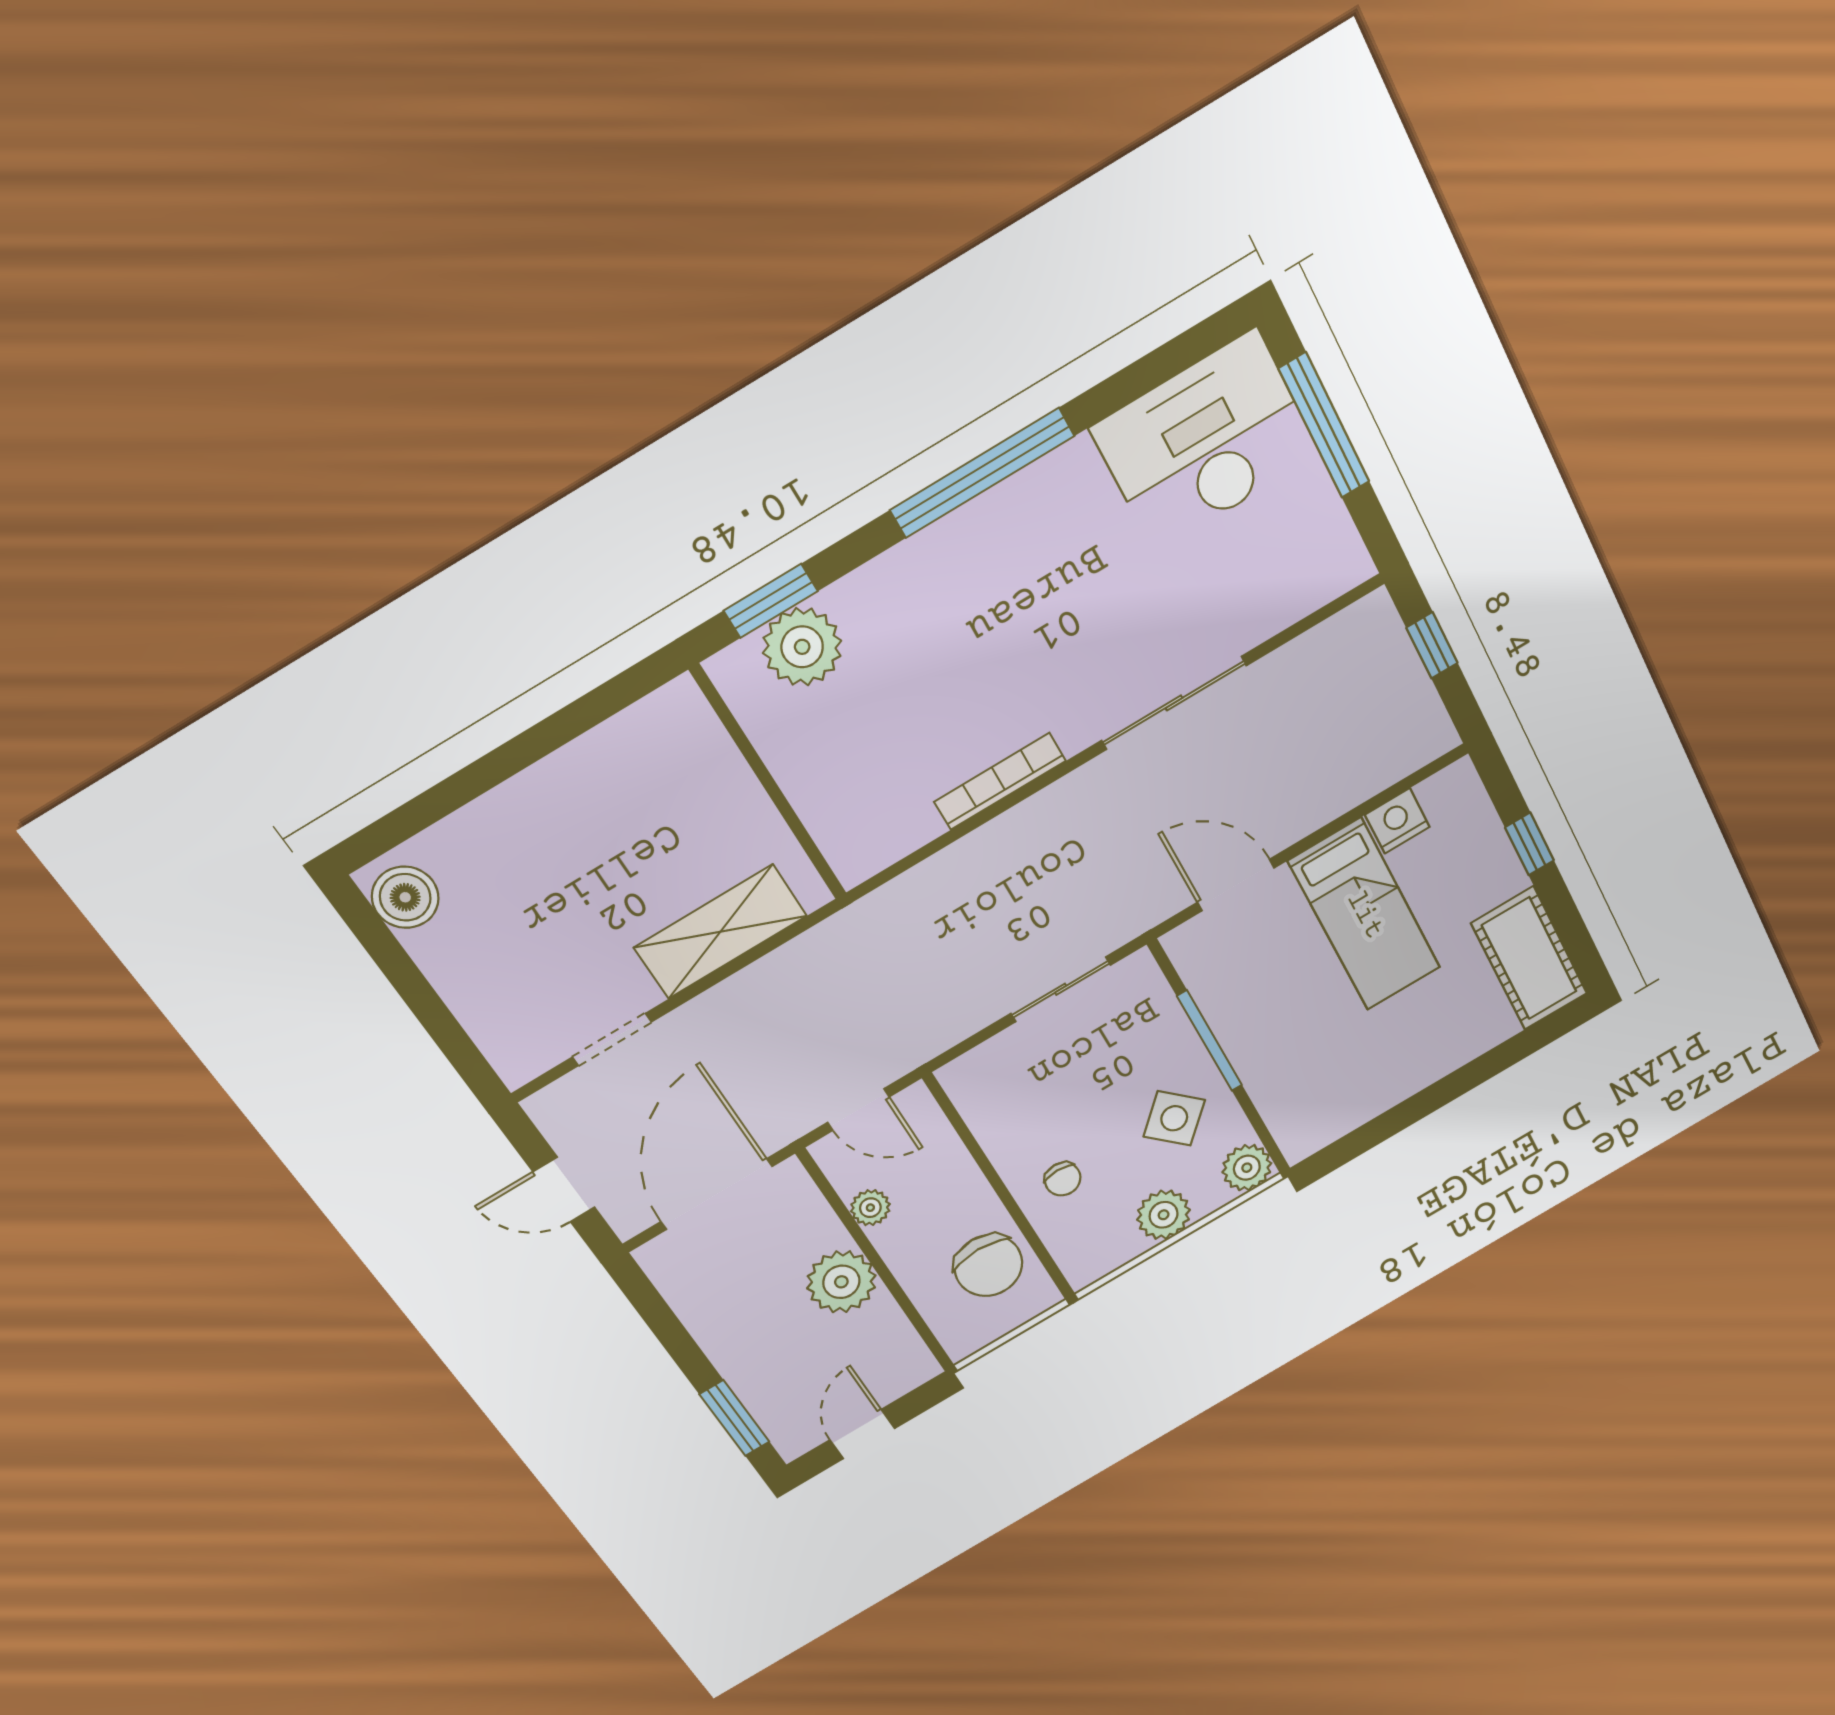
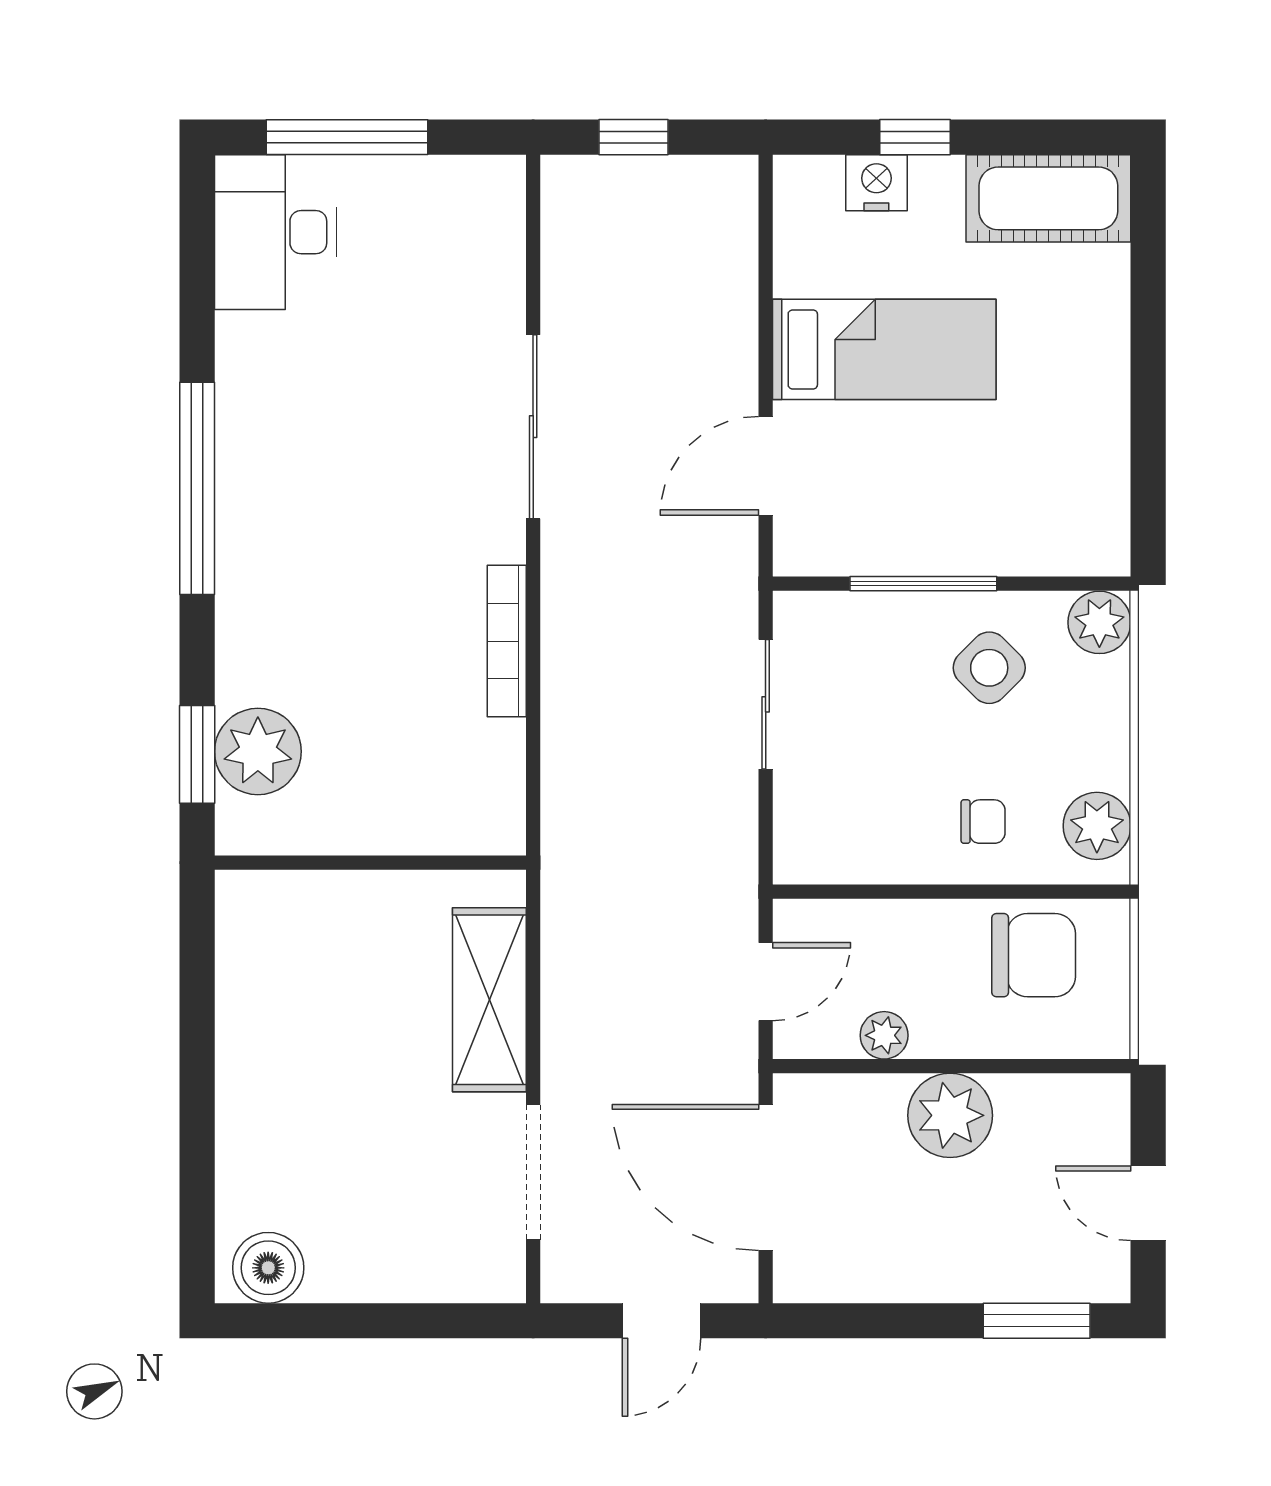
desk: (1205, 441) -> (275, 232), width x0.73, depth x0.77
nightstand: (1397, 821) -> (876, 183), moved, turned 90
doorway: (612, 1040) -> (533, 1172), width x1.38
plant: (1164, 1215) -> (1097, 826), moved

